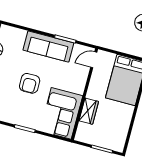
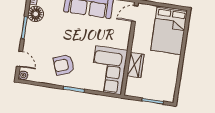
armchair: (30, 83) -> (64, 65), moved, turned 69

